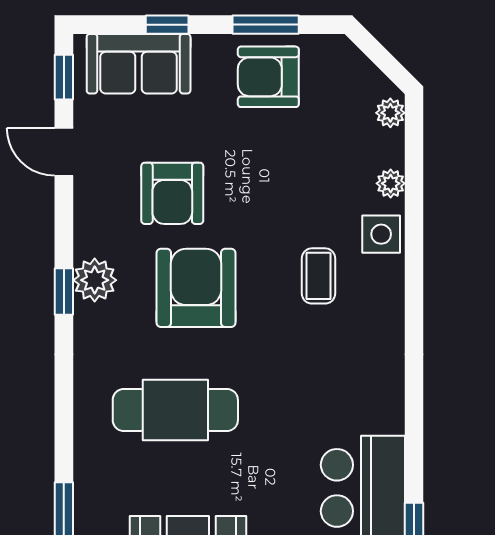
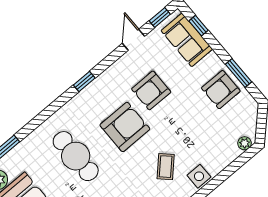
window: (167, 25) -> (198, 26), moved
armchair: (268, 77) -> (221, 90), turned -90
plant: (391, 183) -> (220, 164), removed
coffee table: (318, 276) -> (166, 167), turned -46
plant: (95, 280) -> (97, 89), removed

